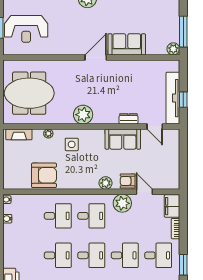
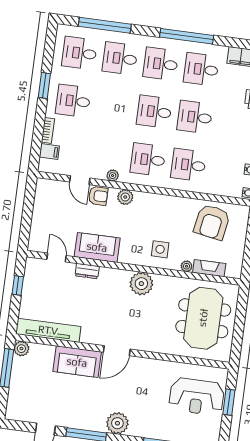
reception desk: (26, 29) -> (197, 397), turned 180
meeting table: (29, 93) -> (203, 318), turned 90
tv unit: (173, 98) -> (48, 330), moved, turned -90
fireplace: (19, 134) -> (209, 268), moved
armchair: (44, 175) -> (212, 222), moved, turned -80
plant: (122, 203) -> (113, 176), width x0.53, depth x0.53
filing cabinet: (172, 206) -> (49, 151), width x0.50
desk: (125, 255) -> (114, 106), removed

